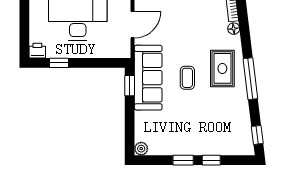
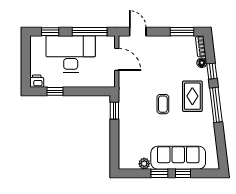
door: (133, 25) -> (117, 59), hinge flipped
sofa: (148, 78) -> (178, 158), moved, turned -90
window: (257, 135) -> (212, 71), moved
plant: (141, 149) -> (144, 164), moved

